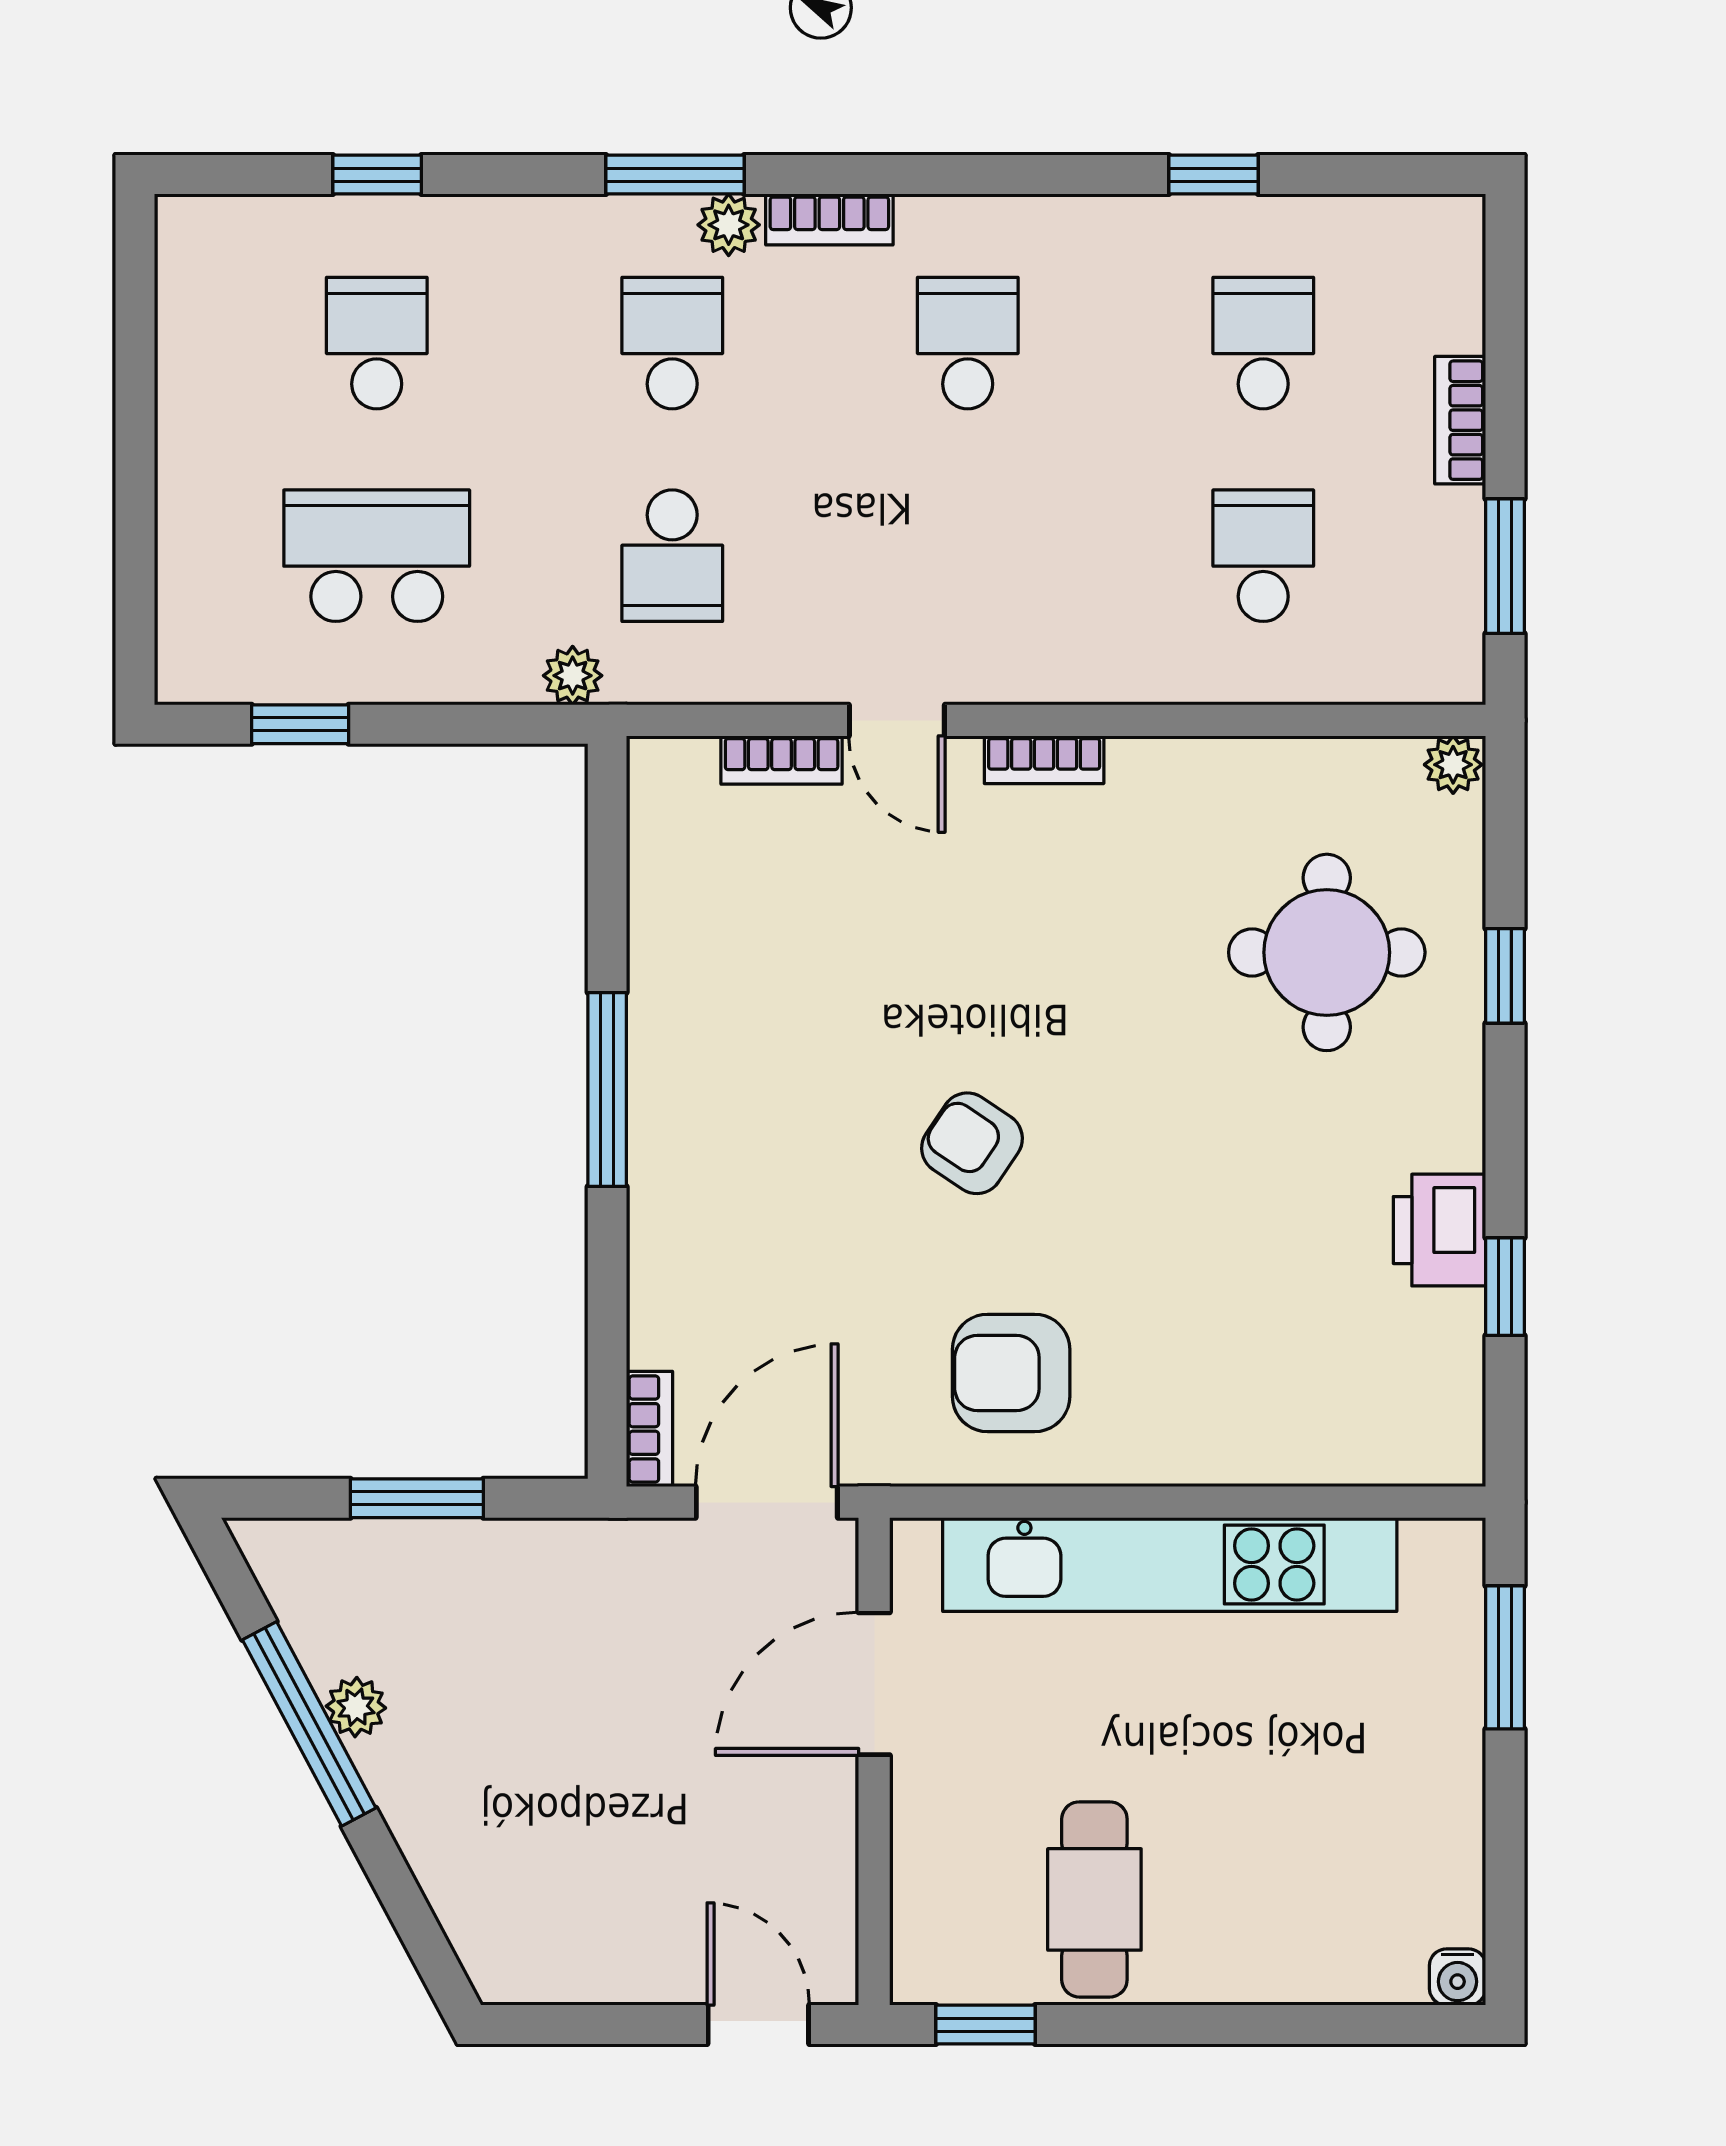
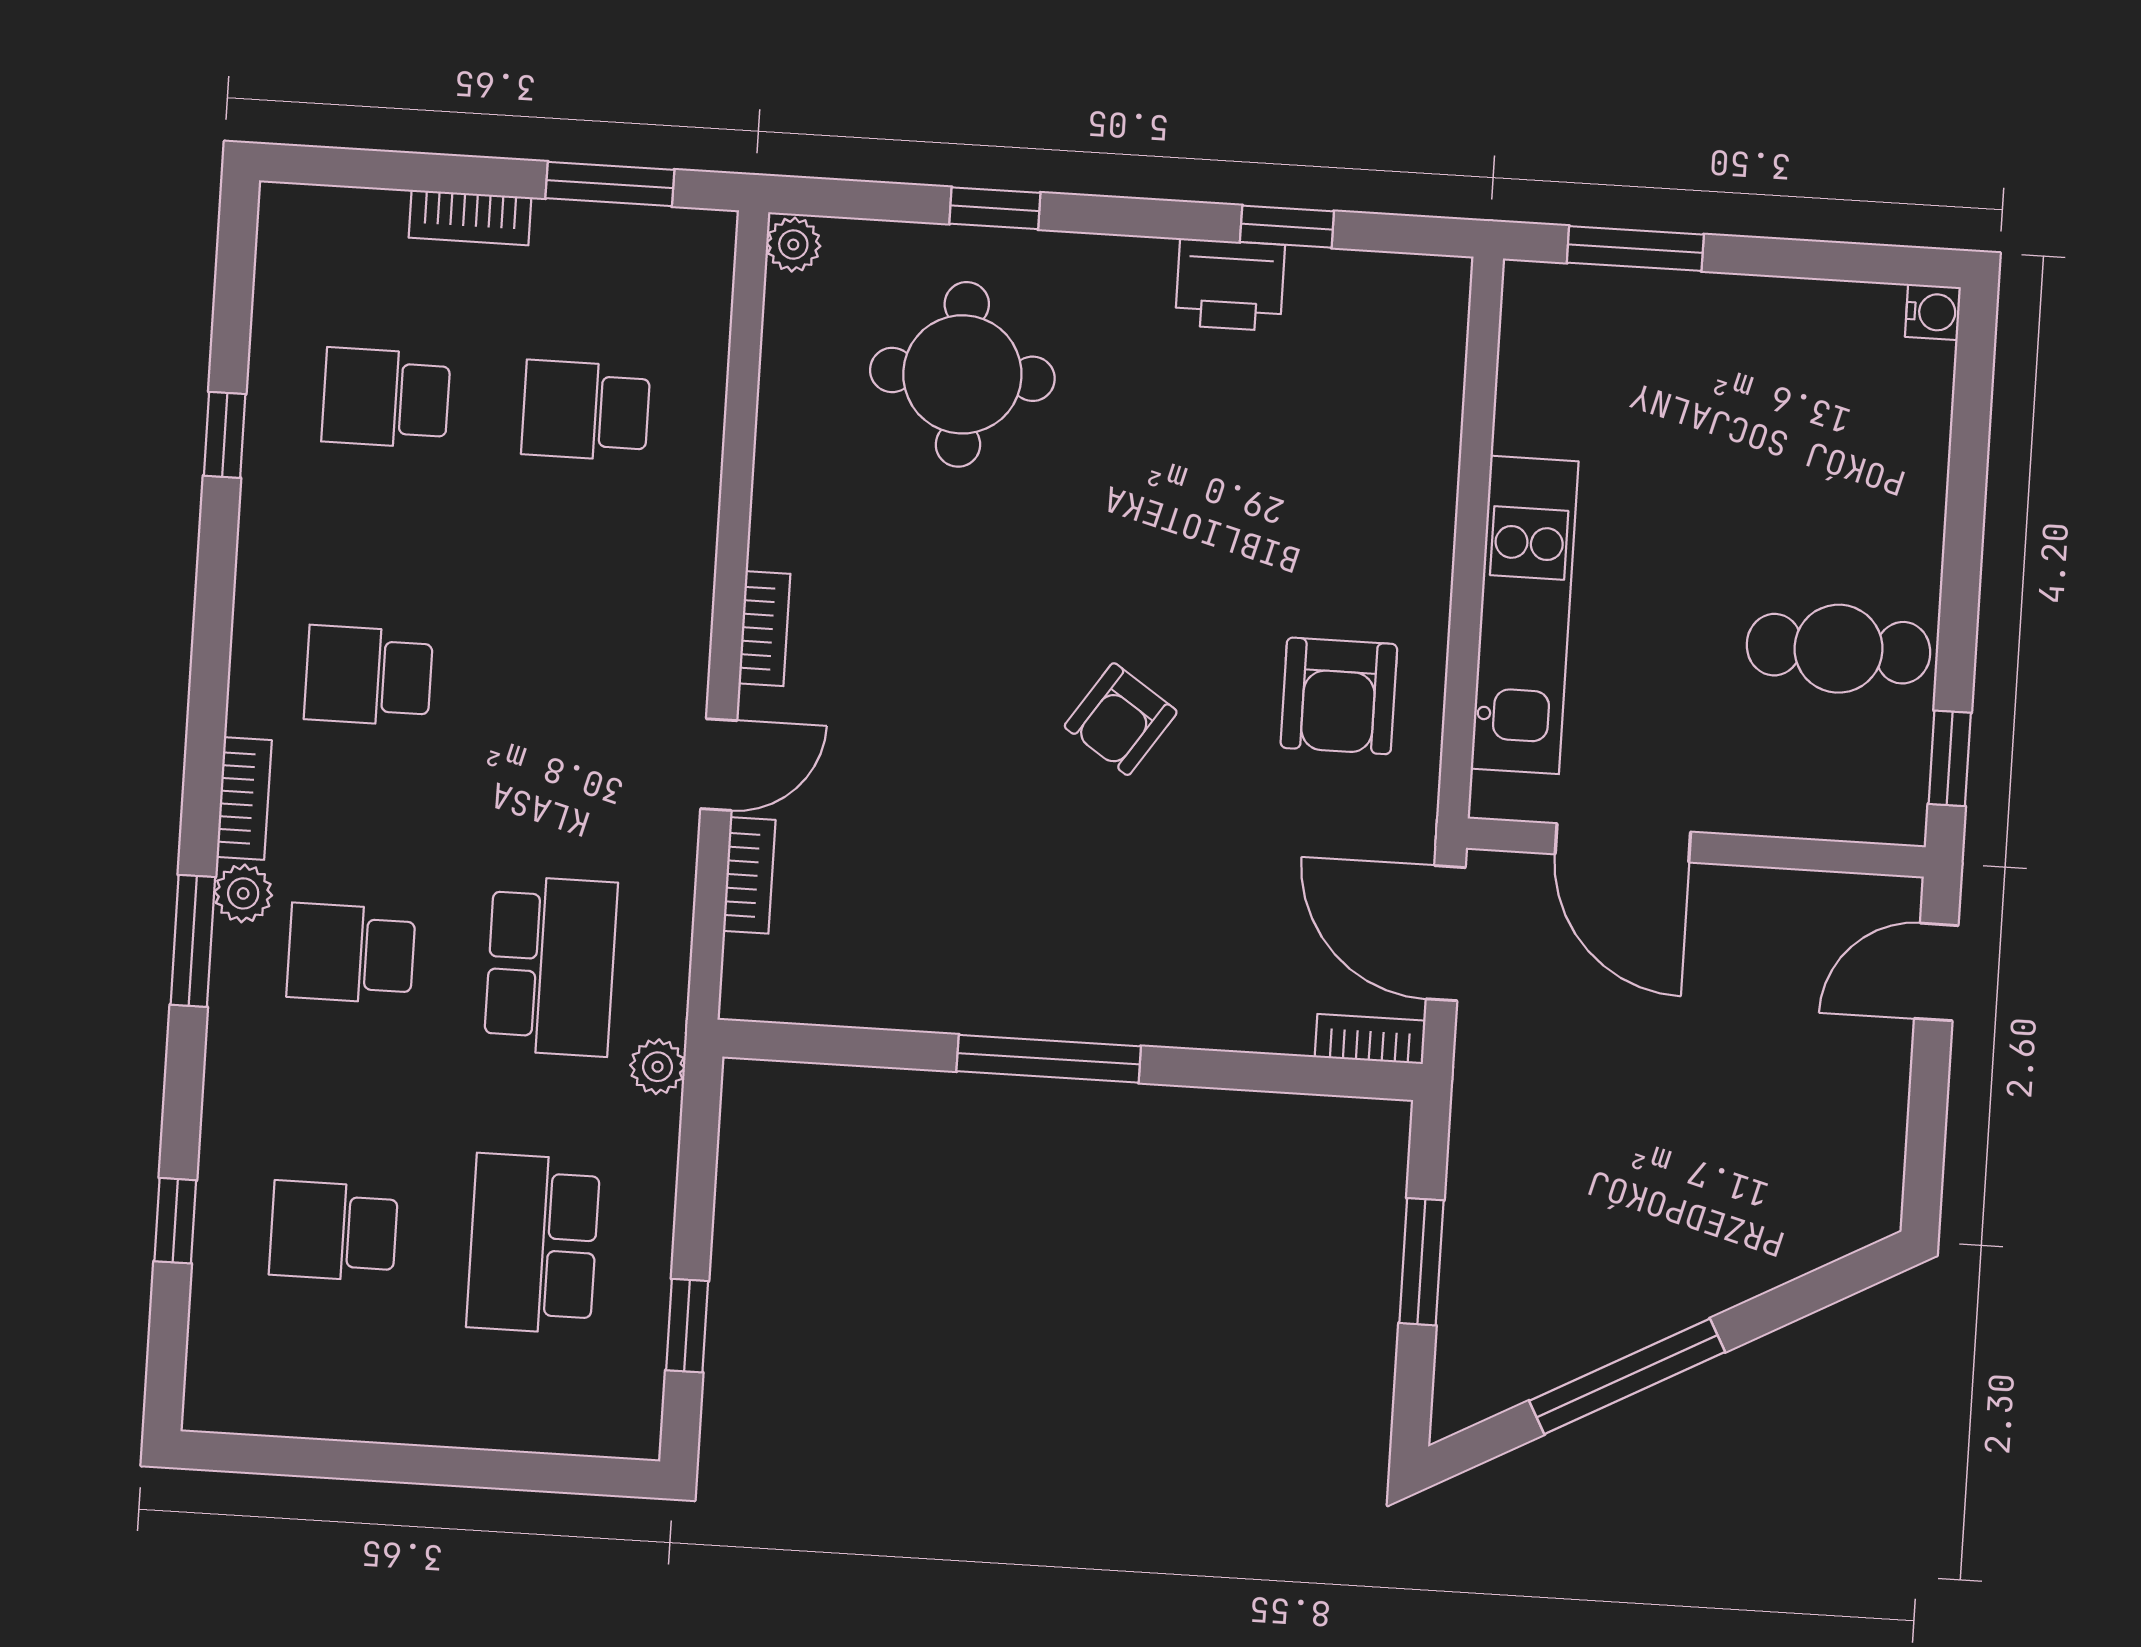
school desk: (672, 556) -> (551, 966), width x1.85
kitchen unit: (1170, 1564) -> (1525, 615), width x0.73
plant: (356, 1707) -> (1614, 1331), removed

